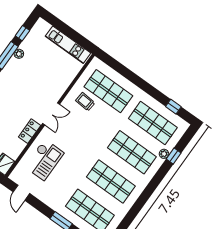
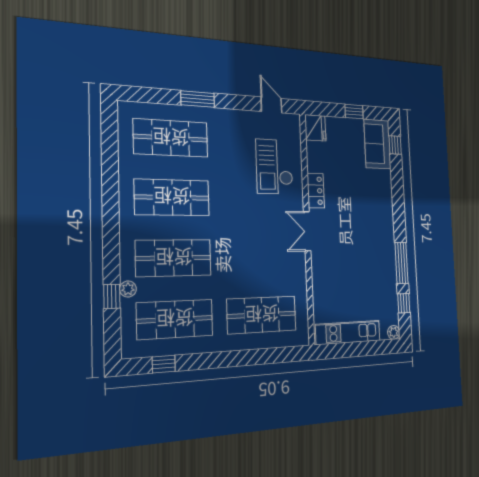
plant: (19, 54) -> (394, 332), moved
trolley: (85, 102) -> (279, 279), removed

